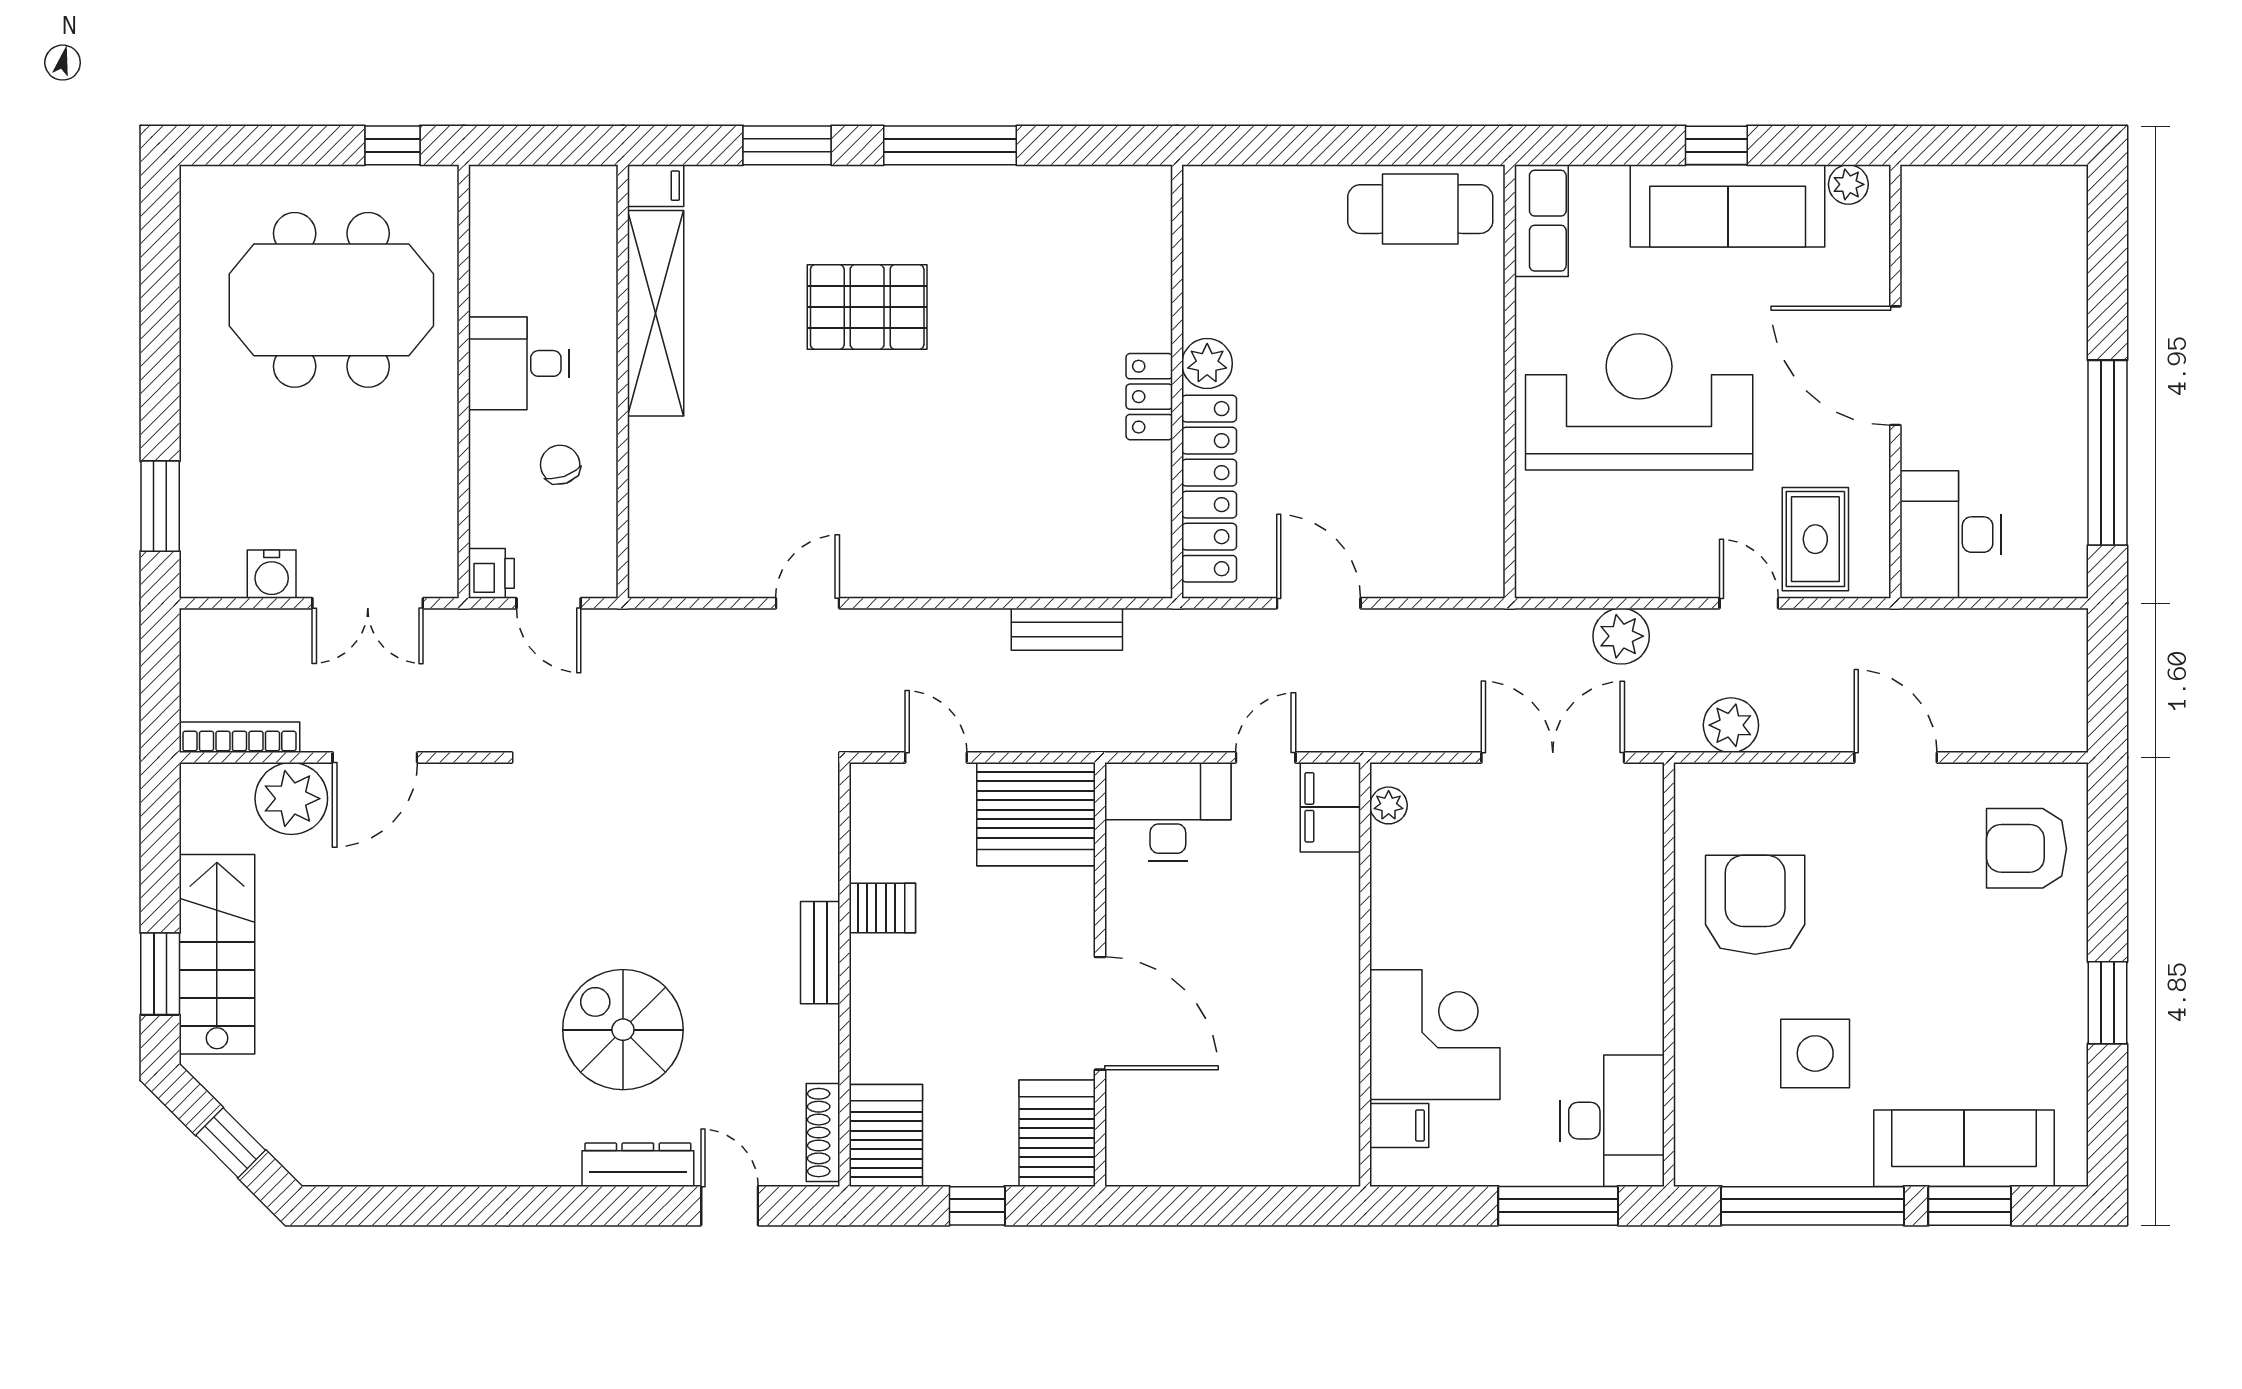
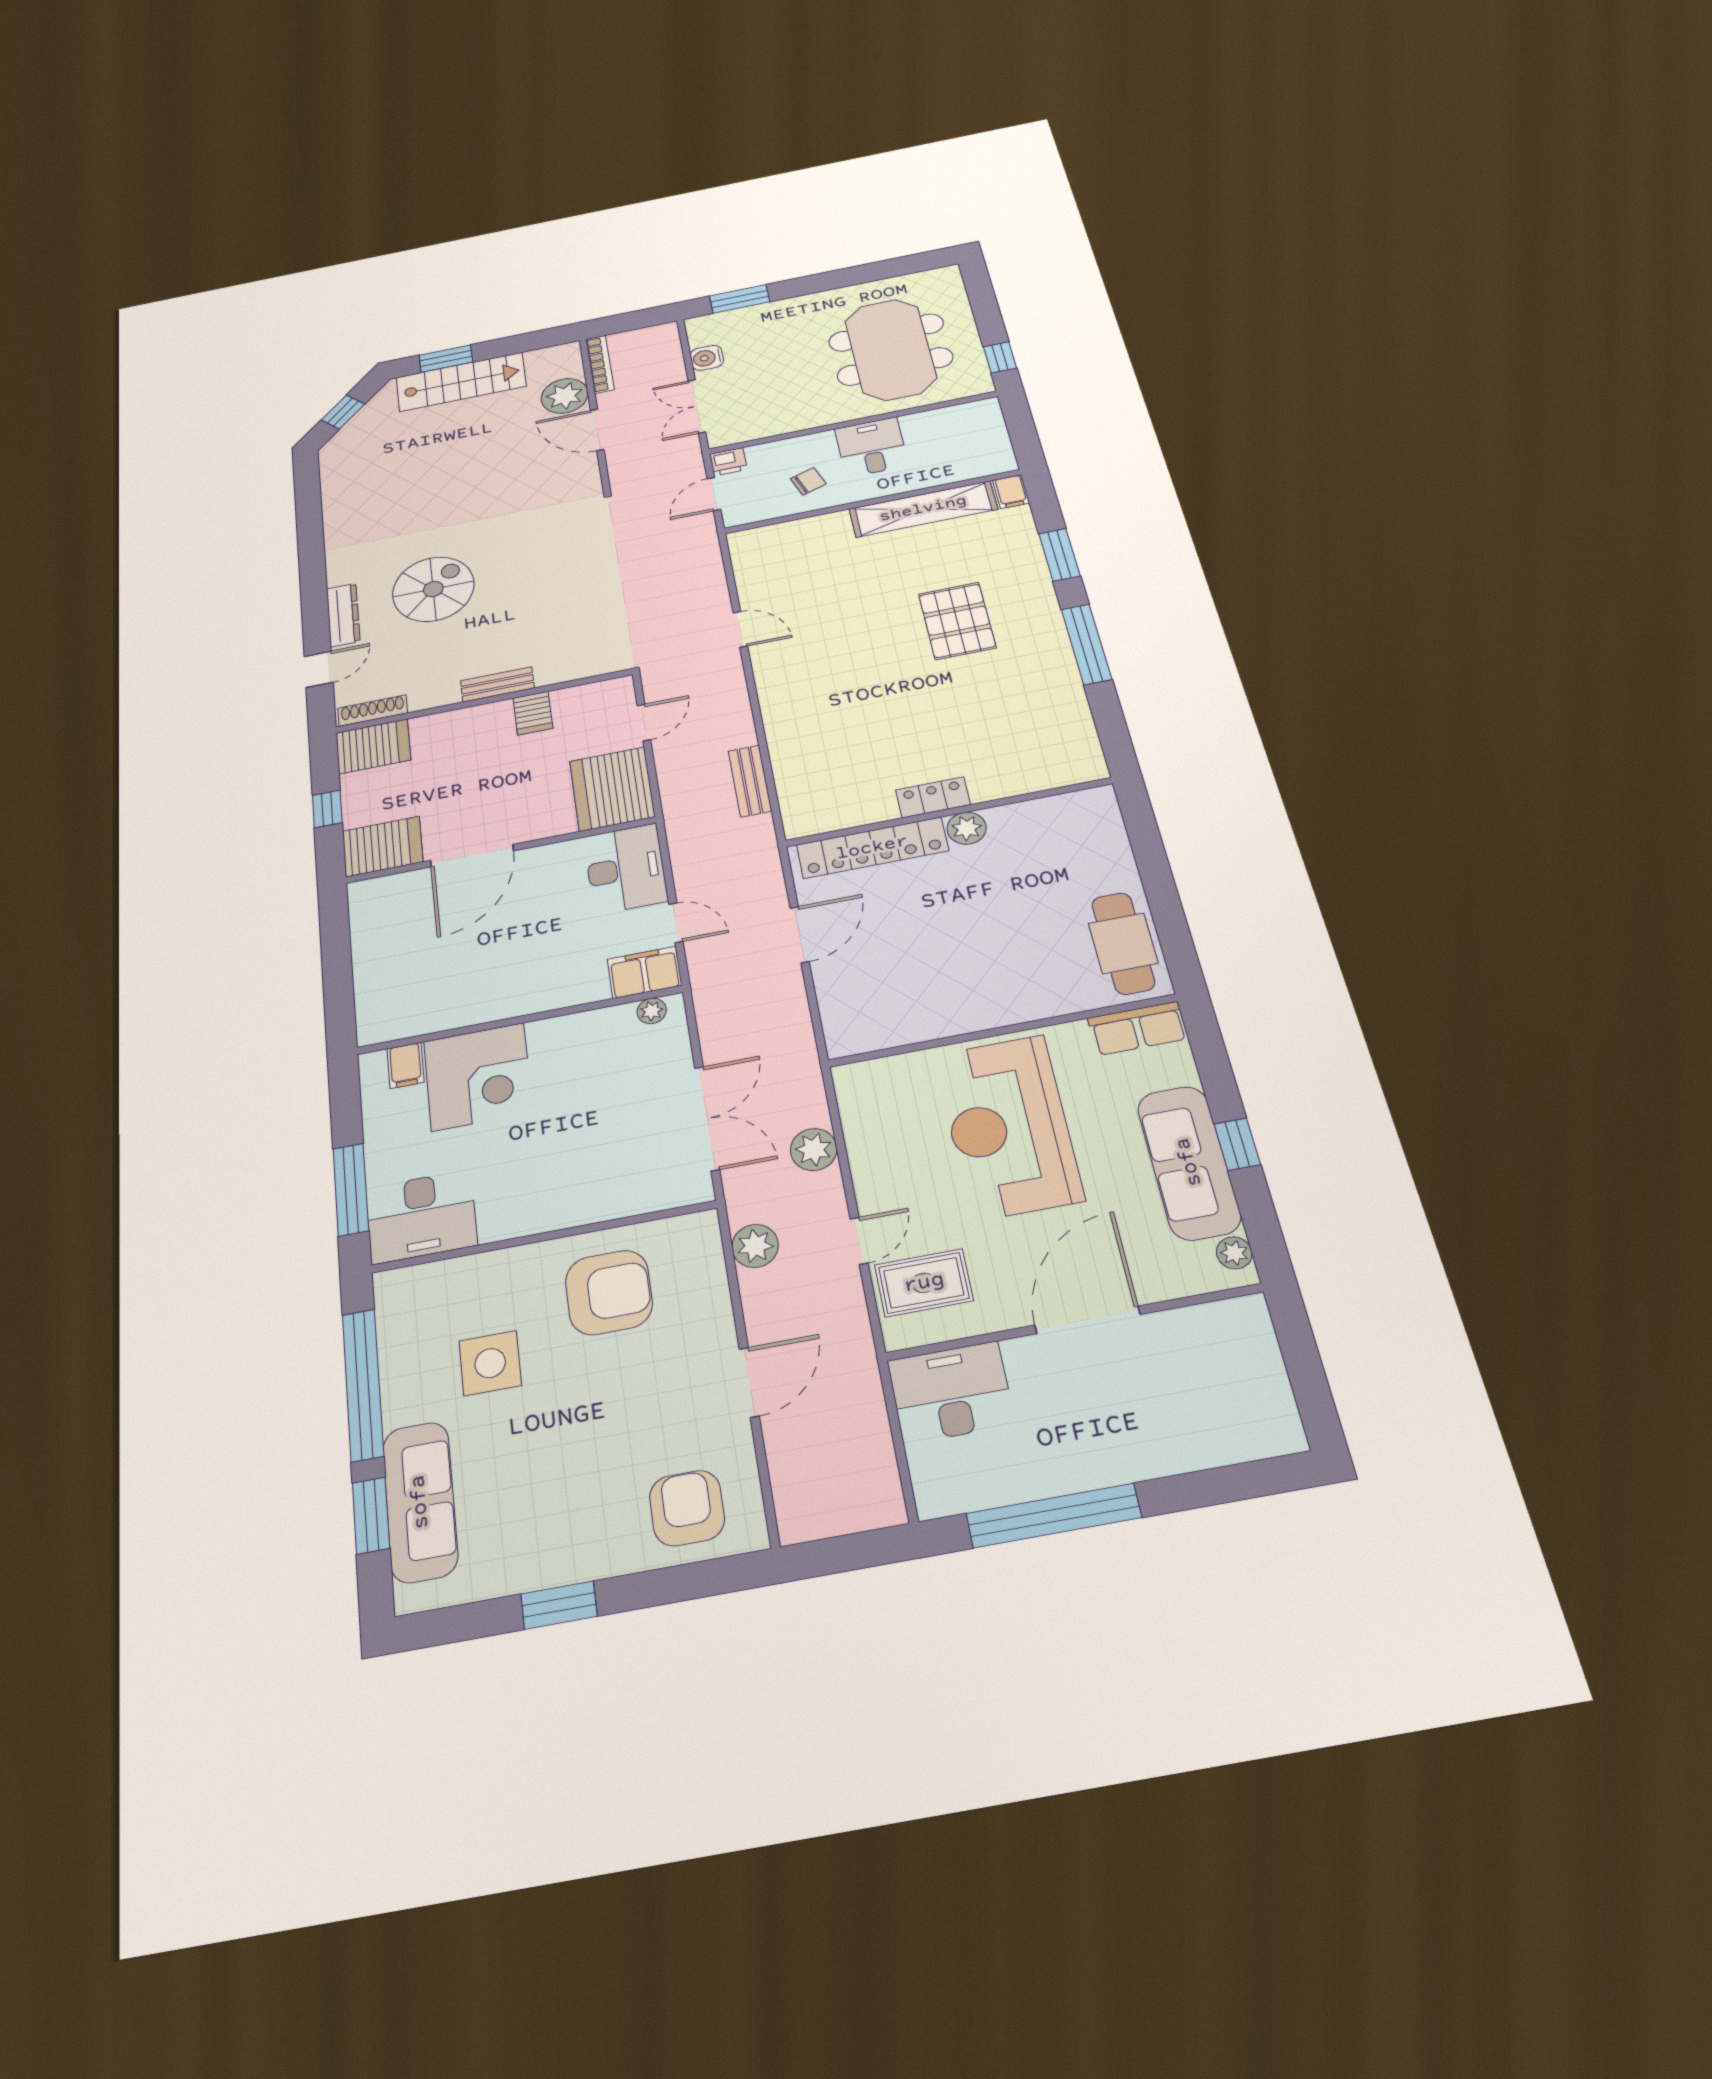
reception desk: (1639, 402) -> (1008, 1127), turned 180

